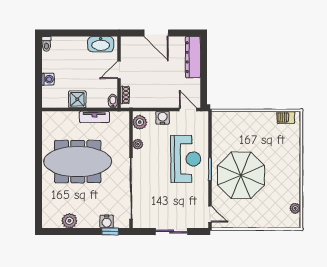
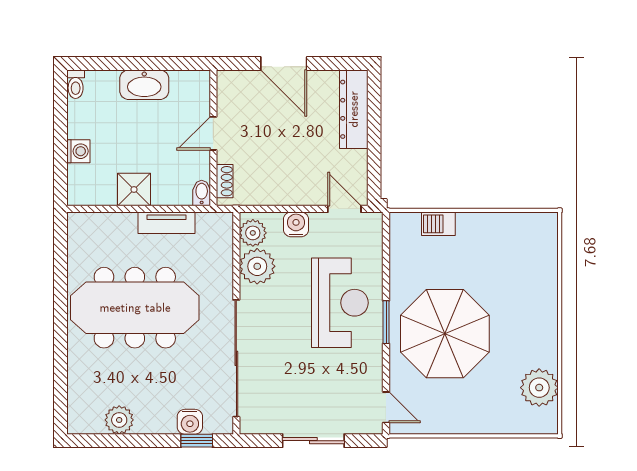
washbasin: (101, 44) -> (144, 85), moved
barbecue: (286, 117) -> (438, 224), moved
plant: (138, 144) -> (257, 266), width x1.88, depth x1.88
plant: (295, 208) -> (539, 388), width x1.88, depth x1.88

